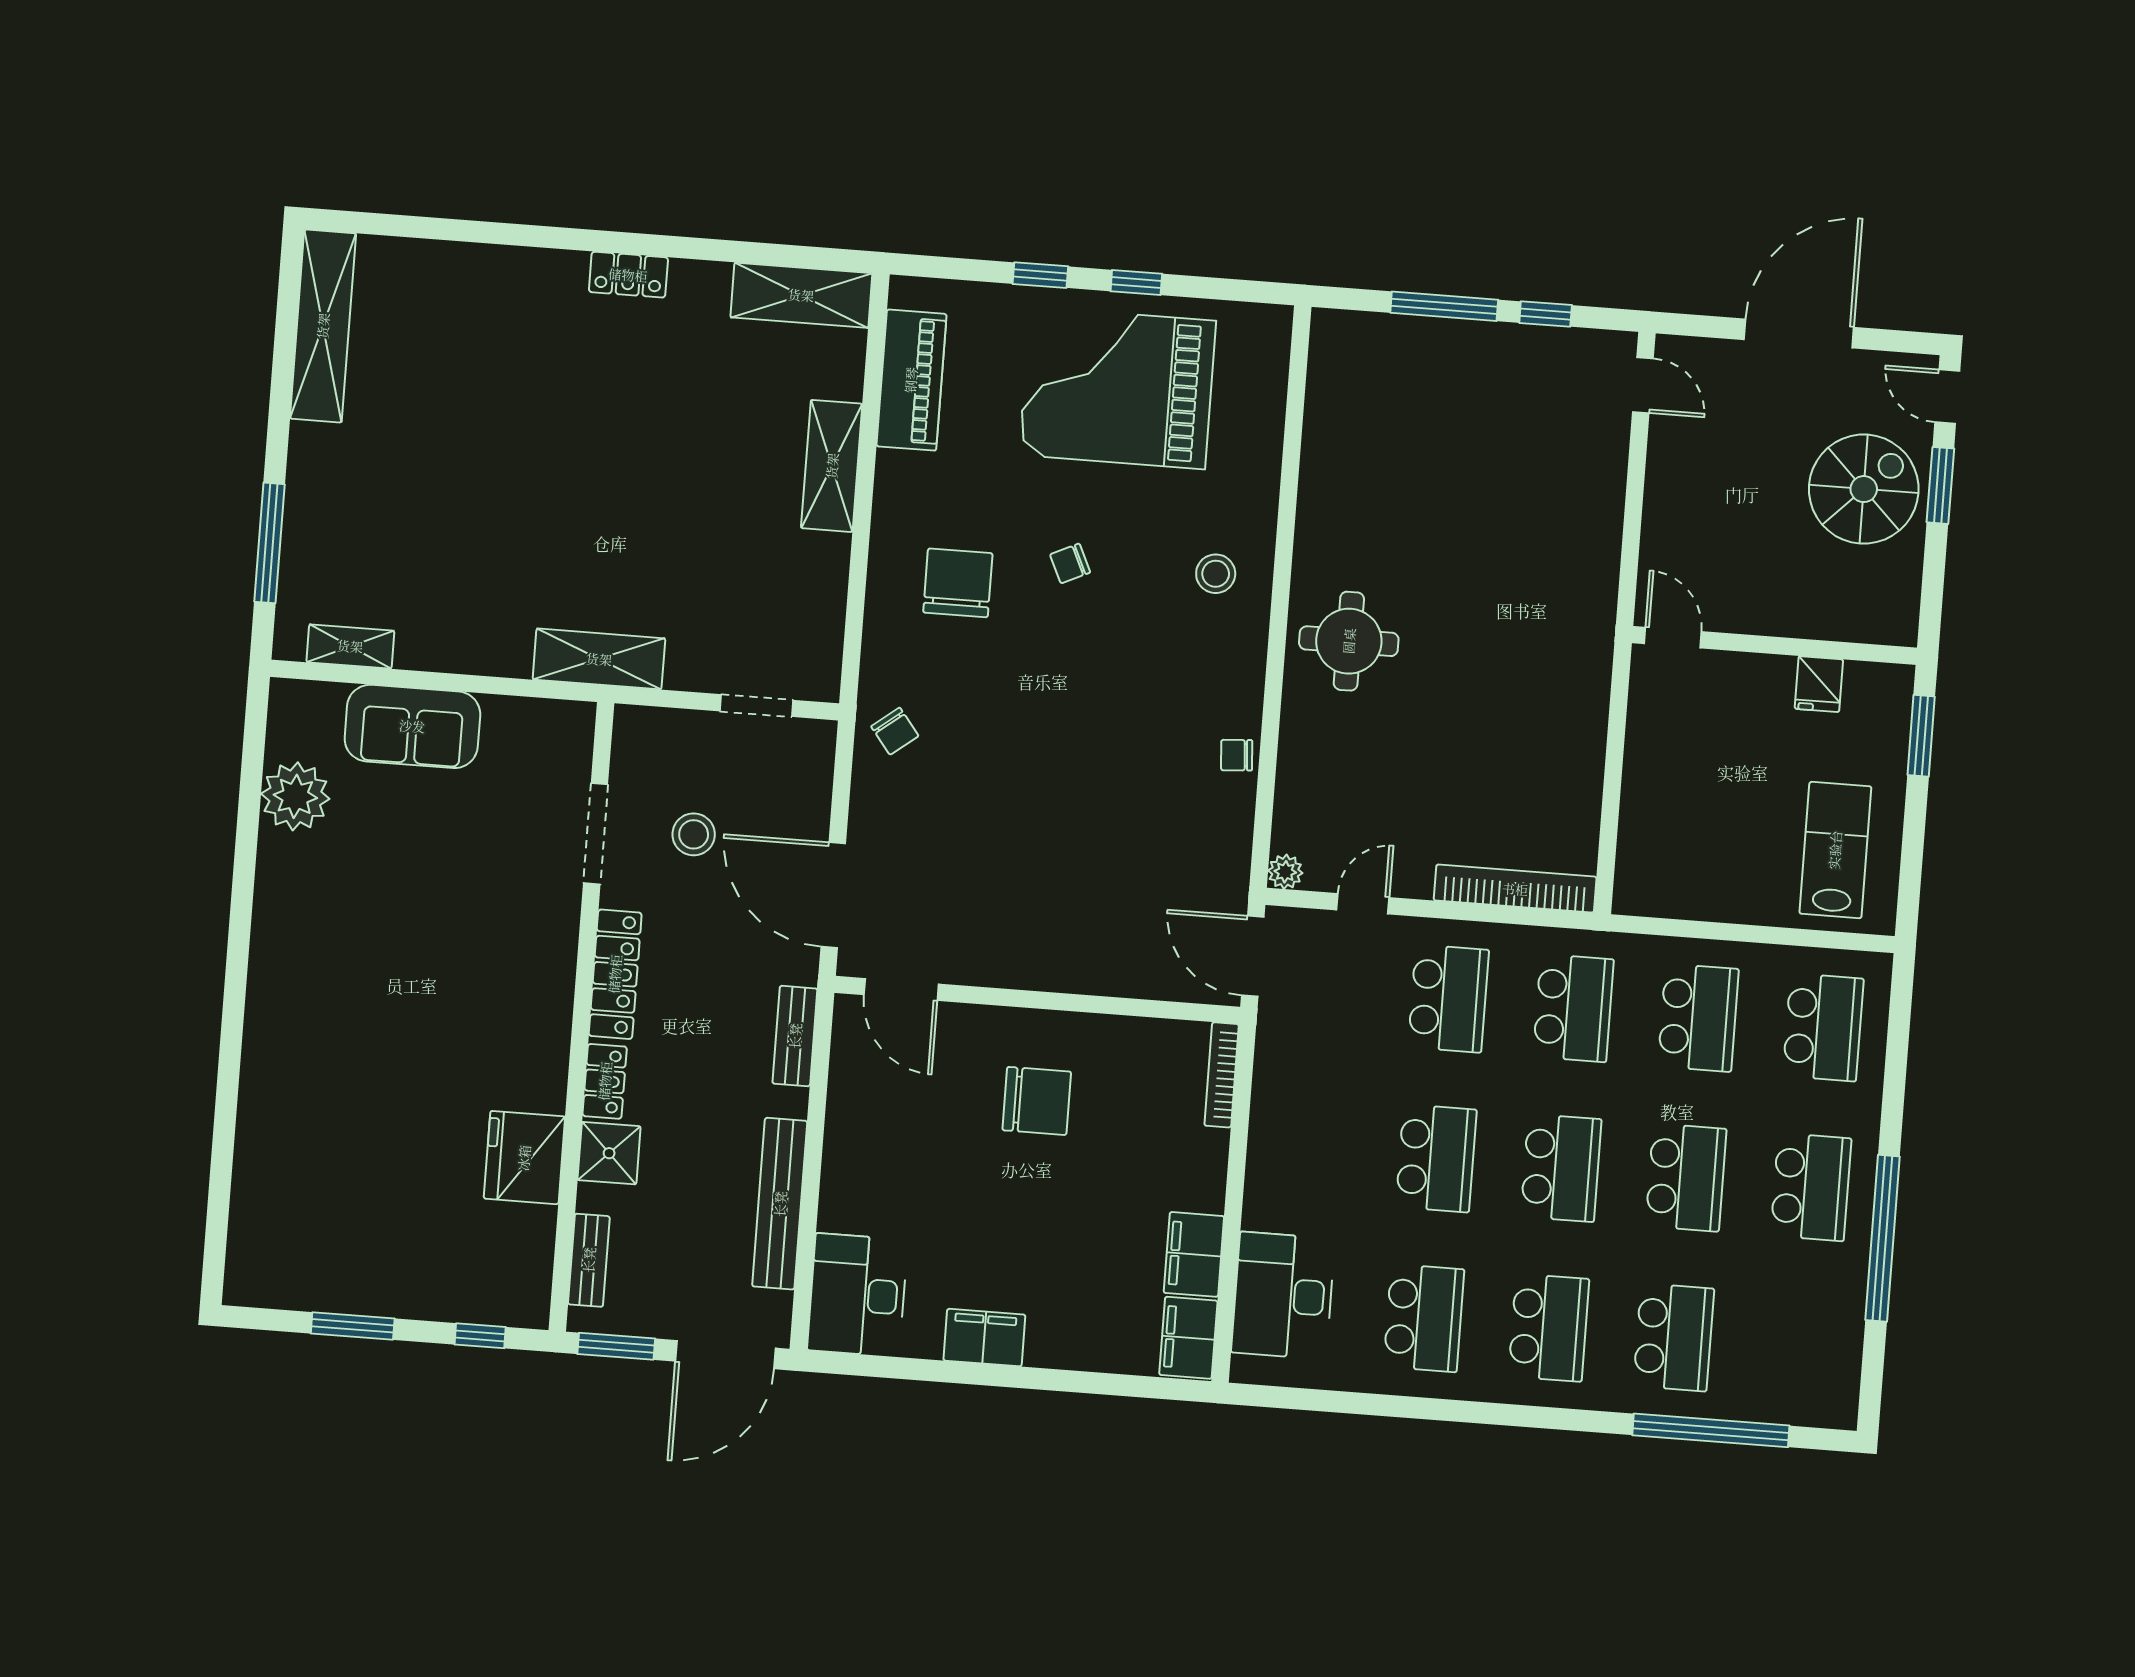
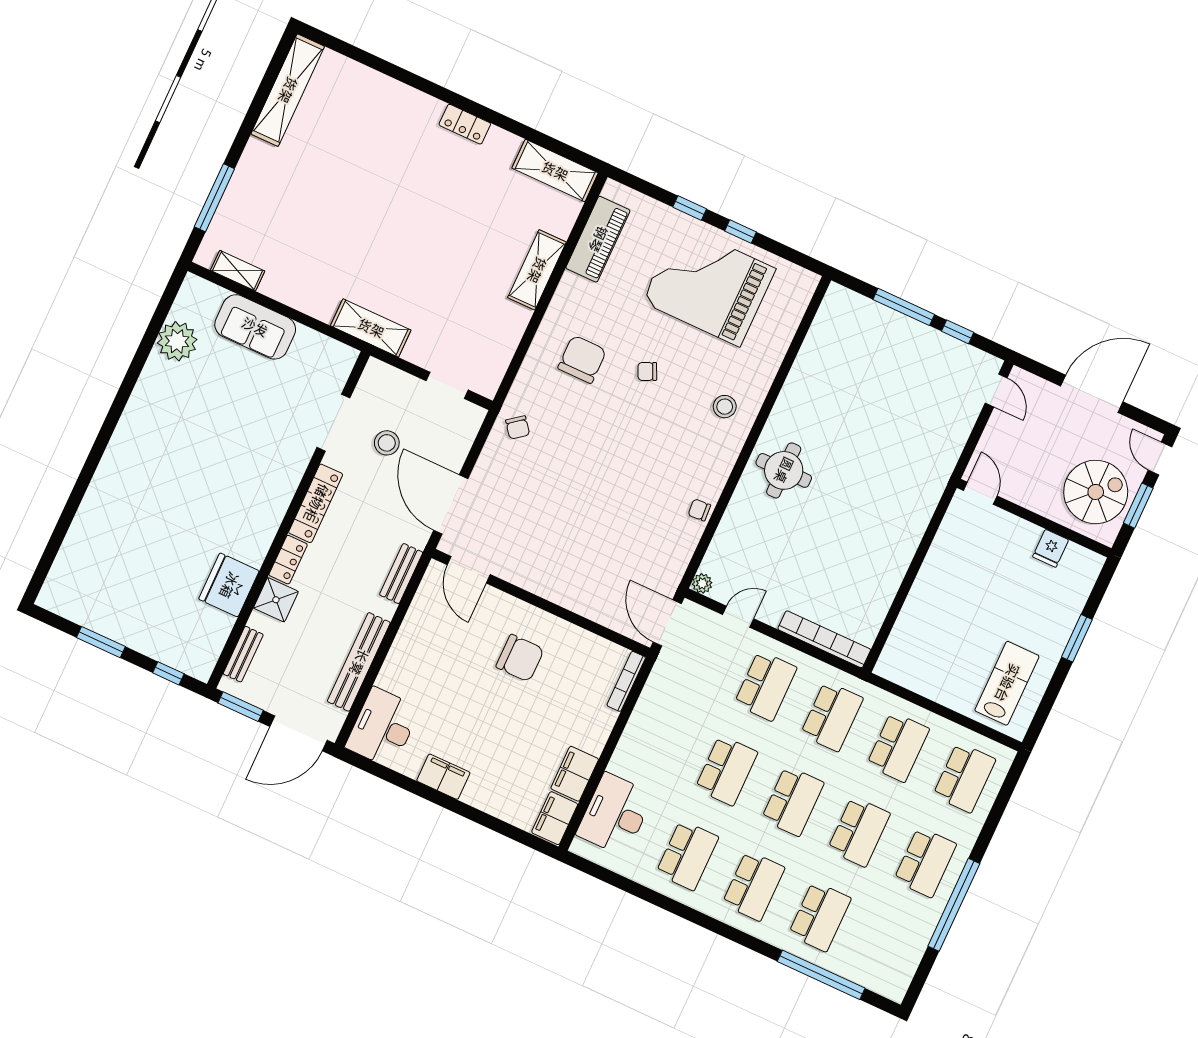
door: (1673, 638) -> (980, 493), moved
wall: (1774, 645) -> (1034, 518), moved
fridge: (1819, 684) -> (1051, 548), moved

